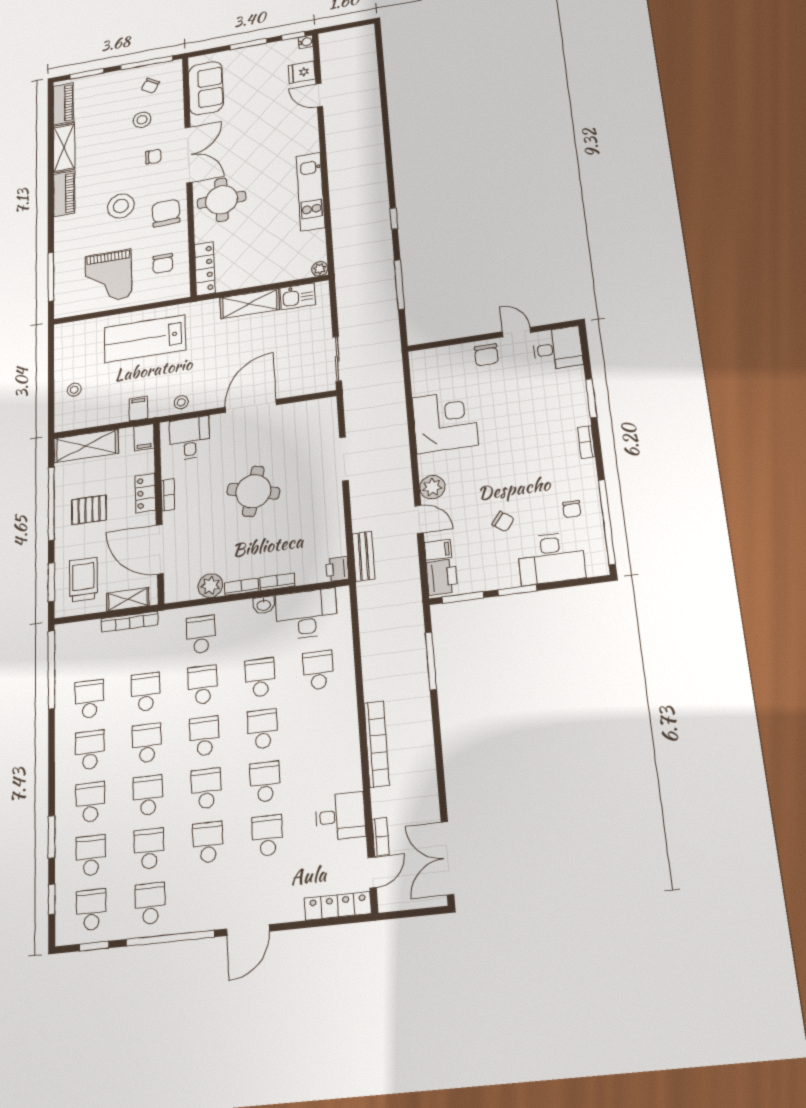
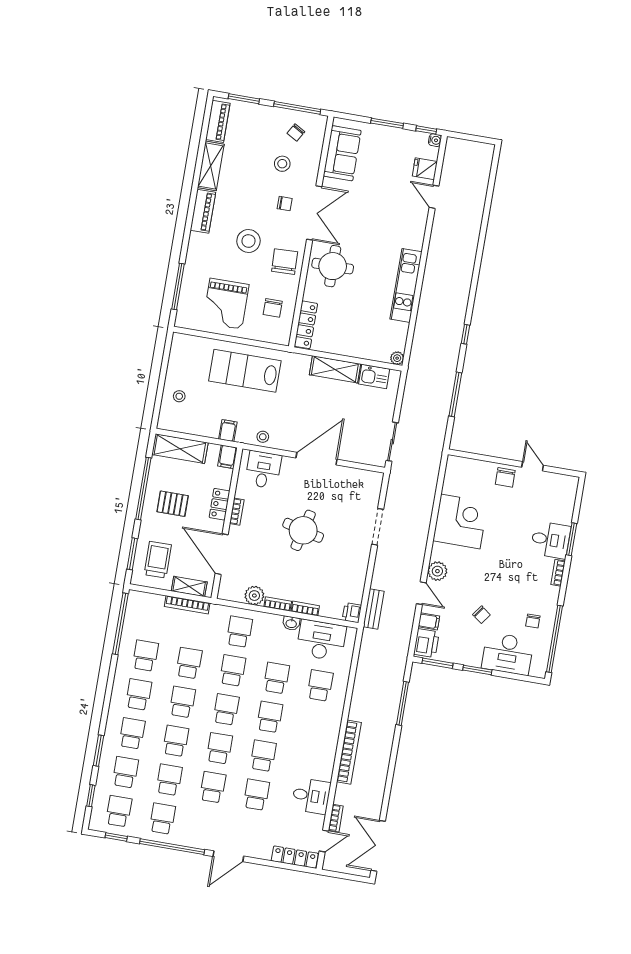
desk: (558, 348) -> (550, 540), moved

